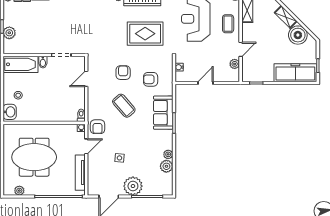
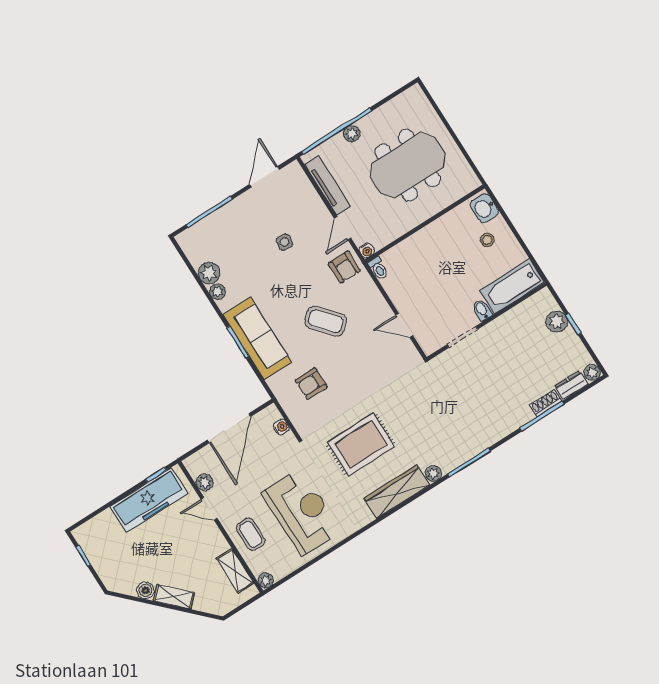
boiler: (298, 35) -> (145, 590), width x0.54, depth x0.54
door: (241, 49) -> (209, 509), hinge flipped
armchair: (123, 73) -> (357, 368), removed
freezer: (295, 73) -> (149, 500), moved
door: (86, 79) -> (404, 325), swing flipped
armchair: (151, 79) -> (311, 384), turned 180
door: (205, 83) -> (229, 428), width x1.87
sofa: (163, 113) -> (257, 338), width x1.36
armchair: (98, 127) -> (344, 267), turned 180
plant: (133, 186) -> (239, 214), removed
plant: (19, 191) -> (352, 134), moved

